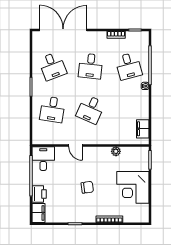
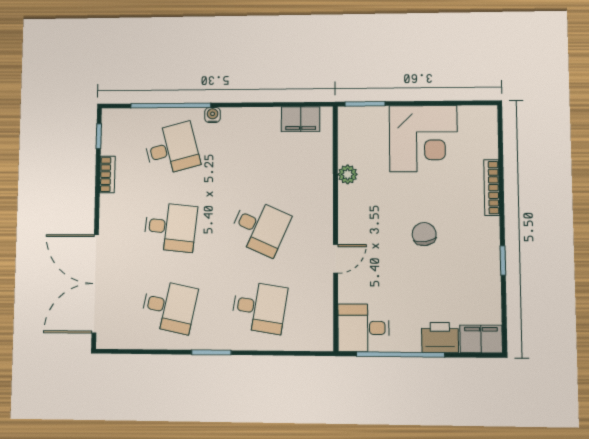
desk: (52, 66) -> (169, 307), turned 33

